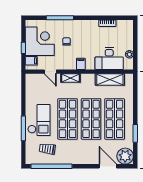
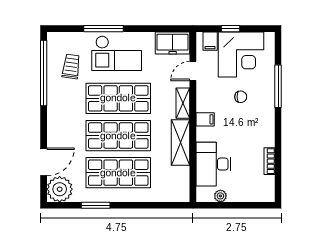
shelving: (110, 79) -> (181, 142), moved
freezer: (32, 85) -> (173, 43), added

